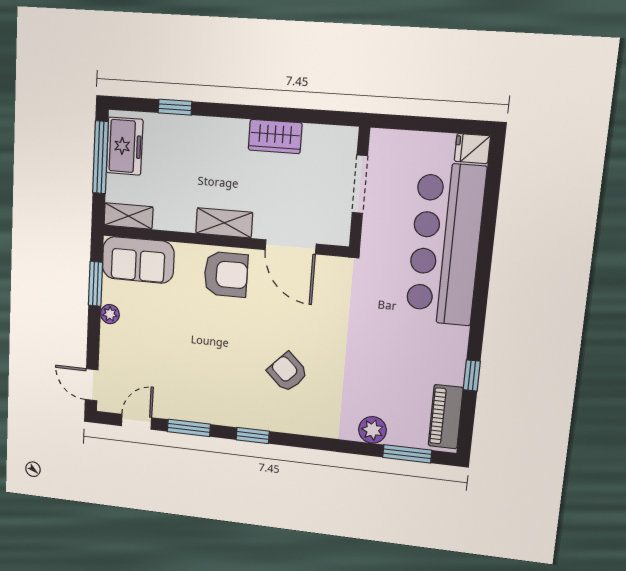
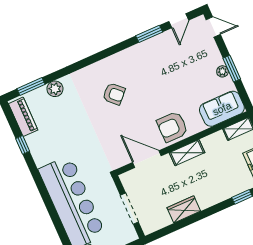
window: (96, 284) -> (232, 69), moved
window: (253, 435) -> (114, 50), removed

